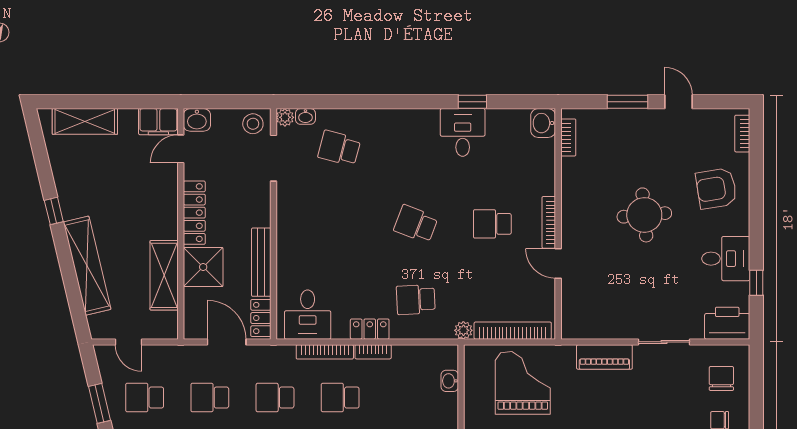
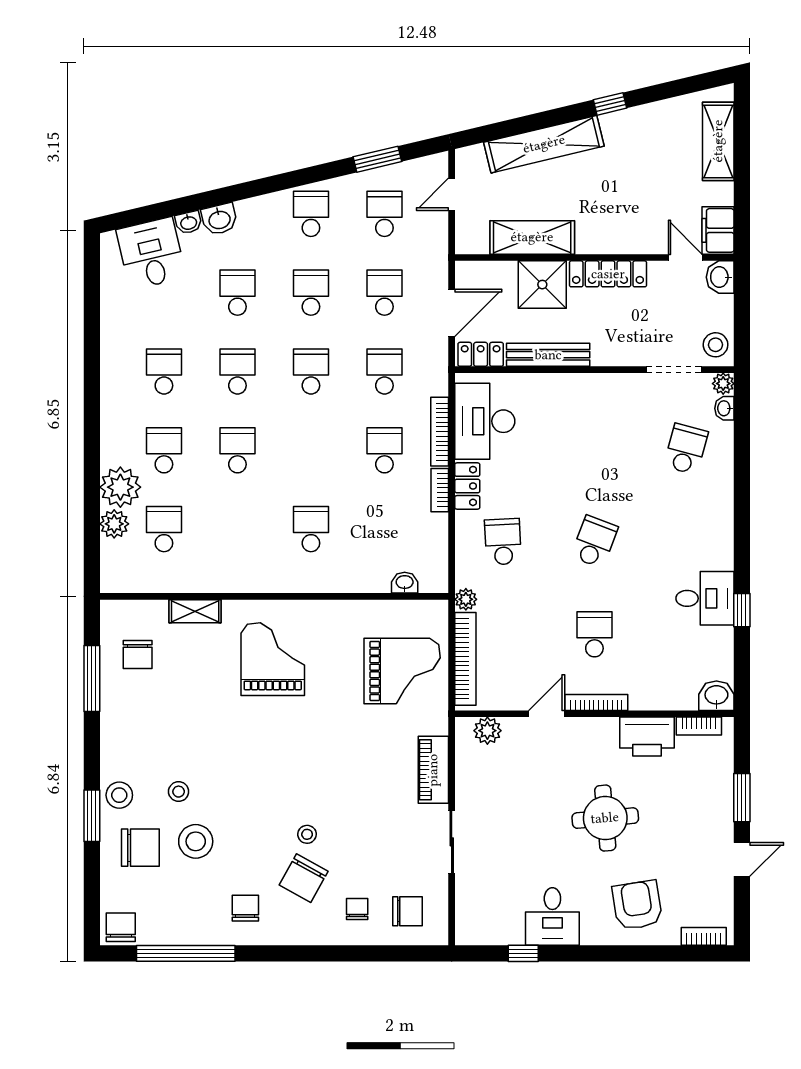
plant: (572, 312) -> (487, 731), added
desk: (308, 315) -> (485, 421), width x1.37
printer: (727, 323) -> (647, 736), moved, turned 90

